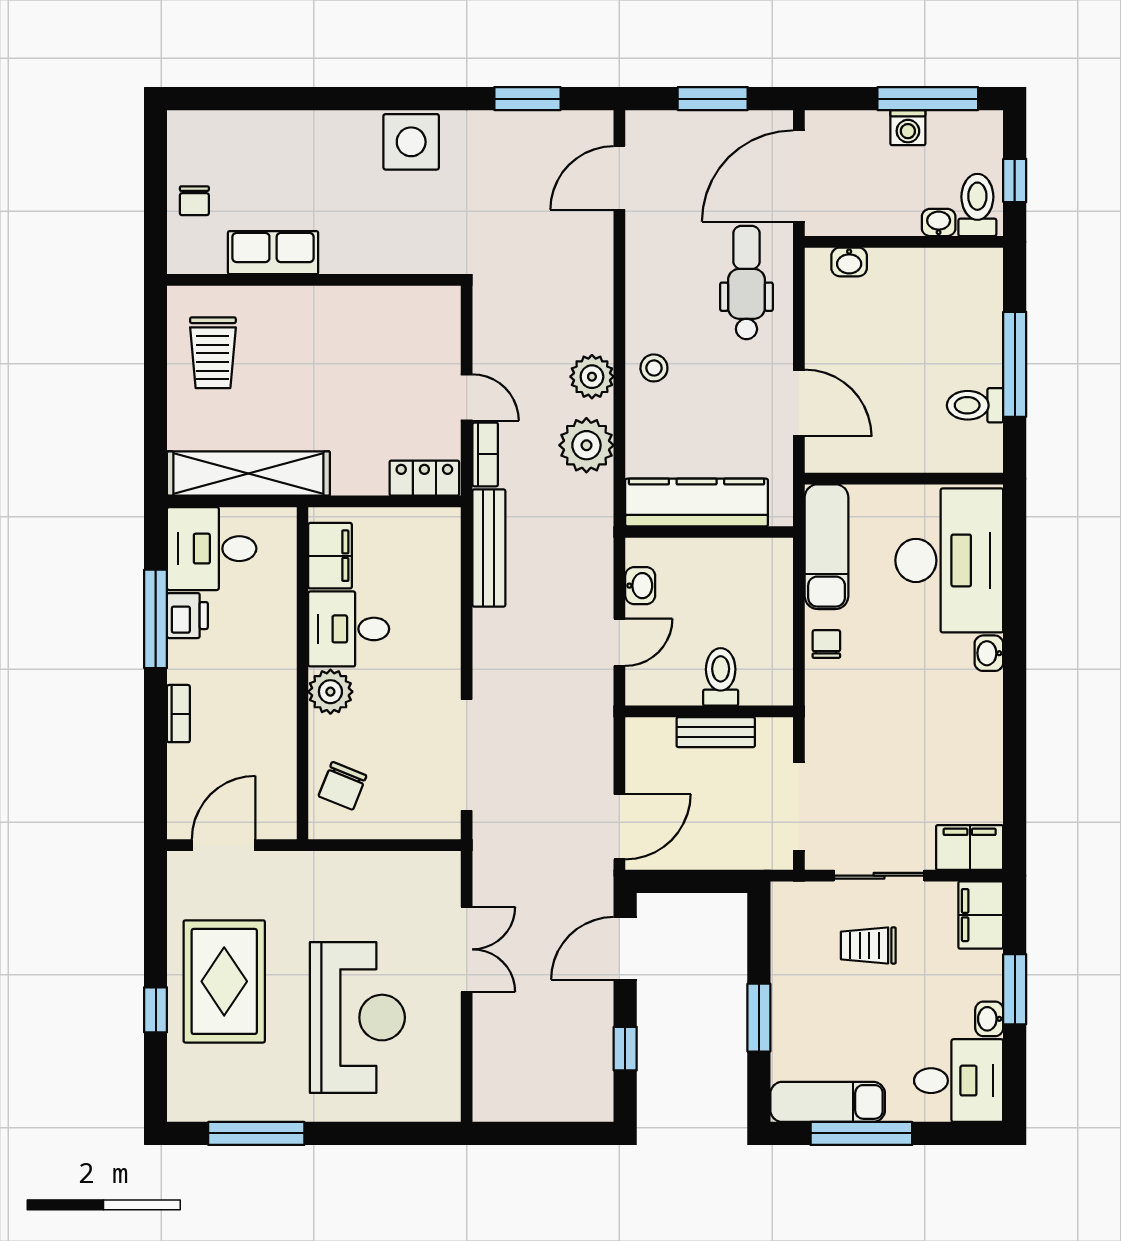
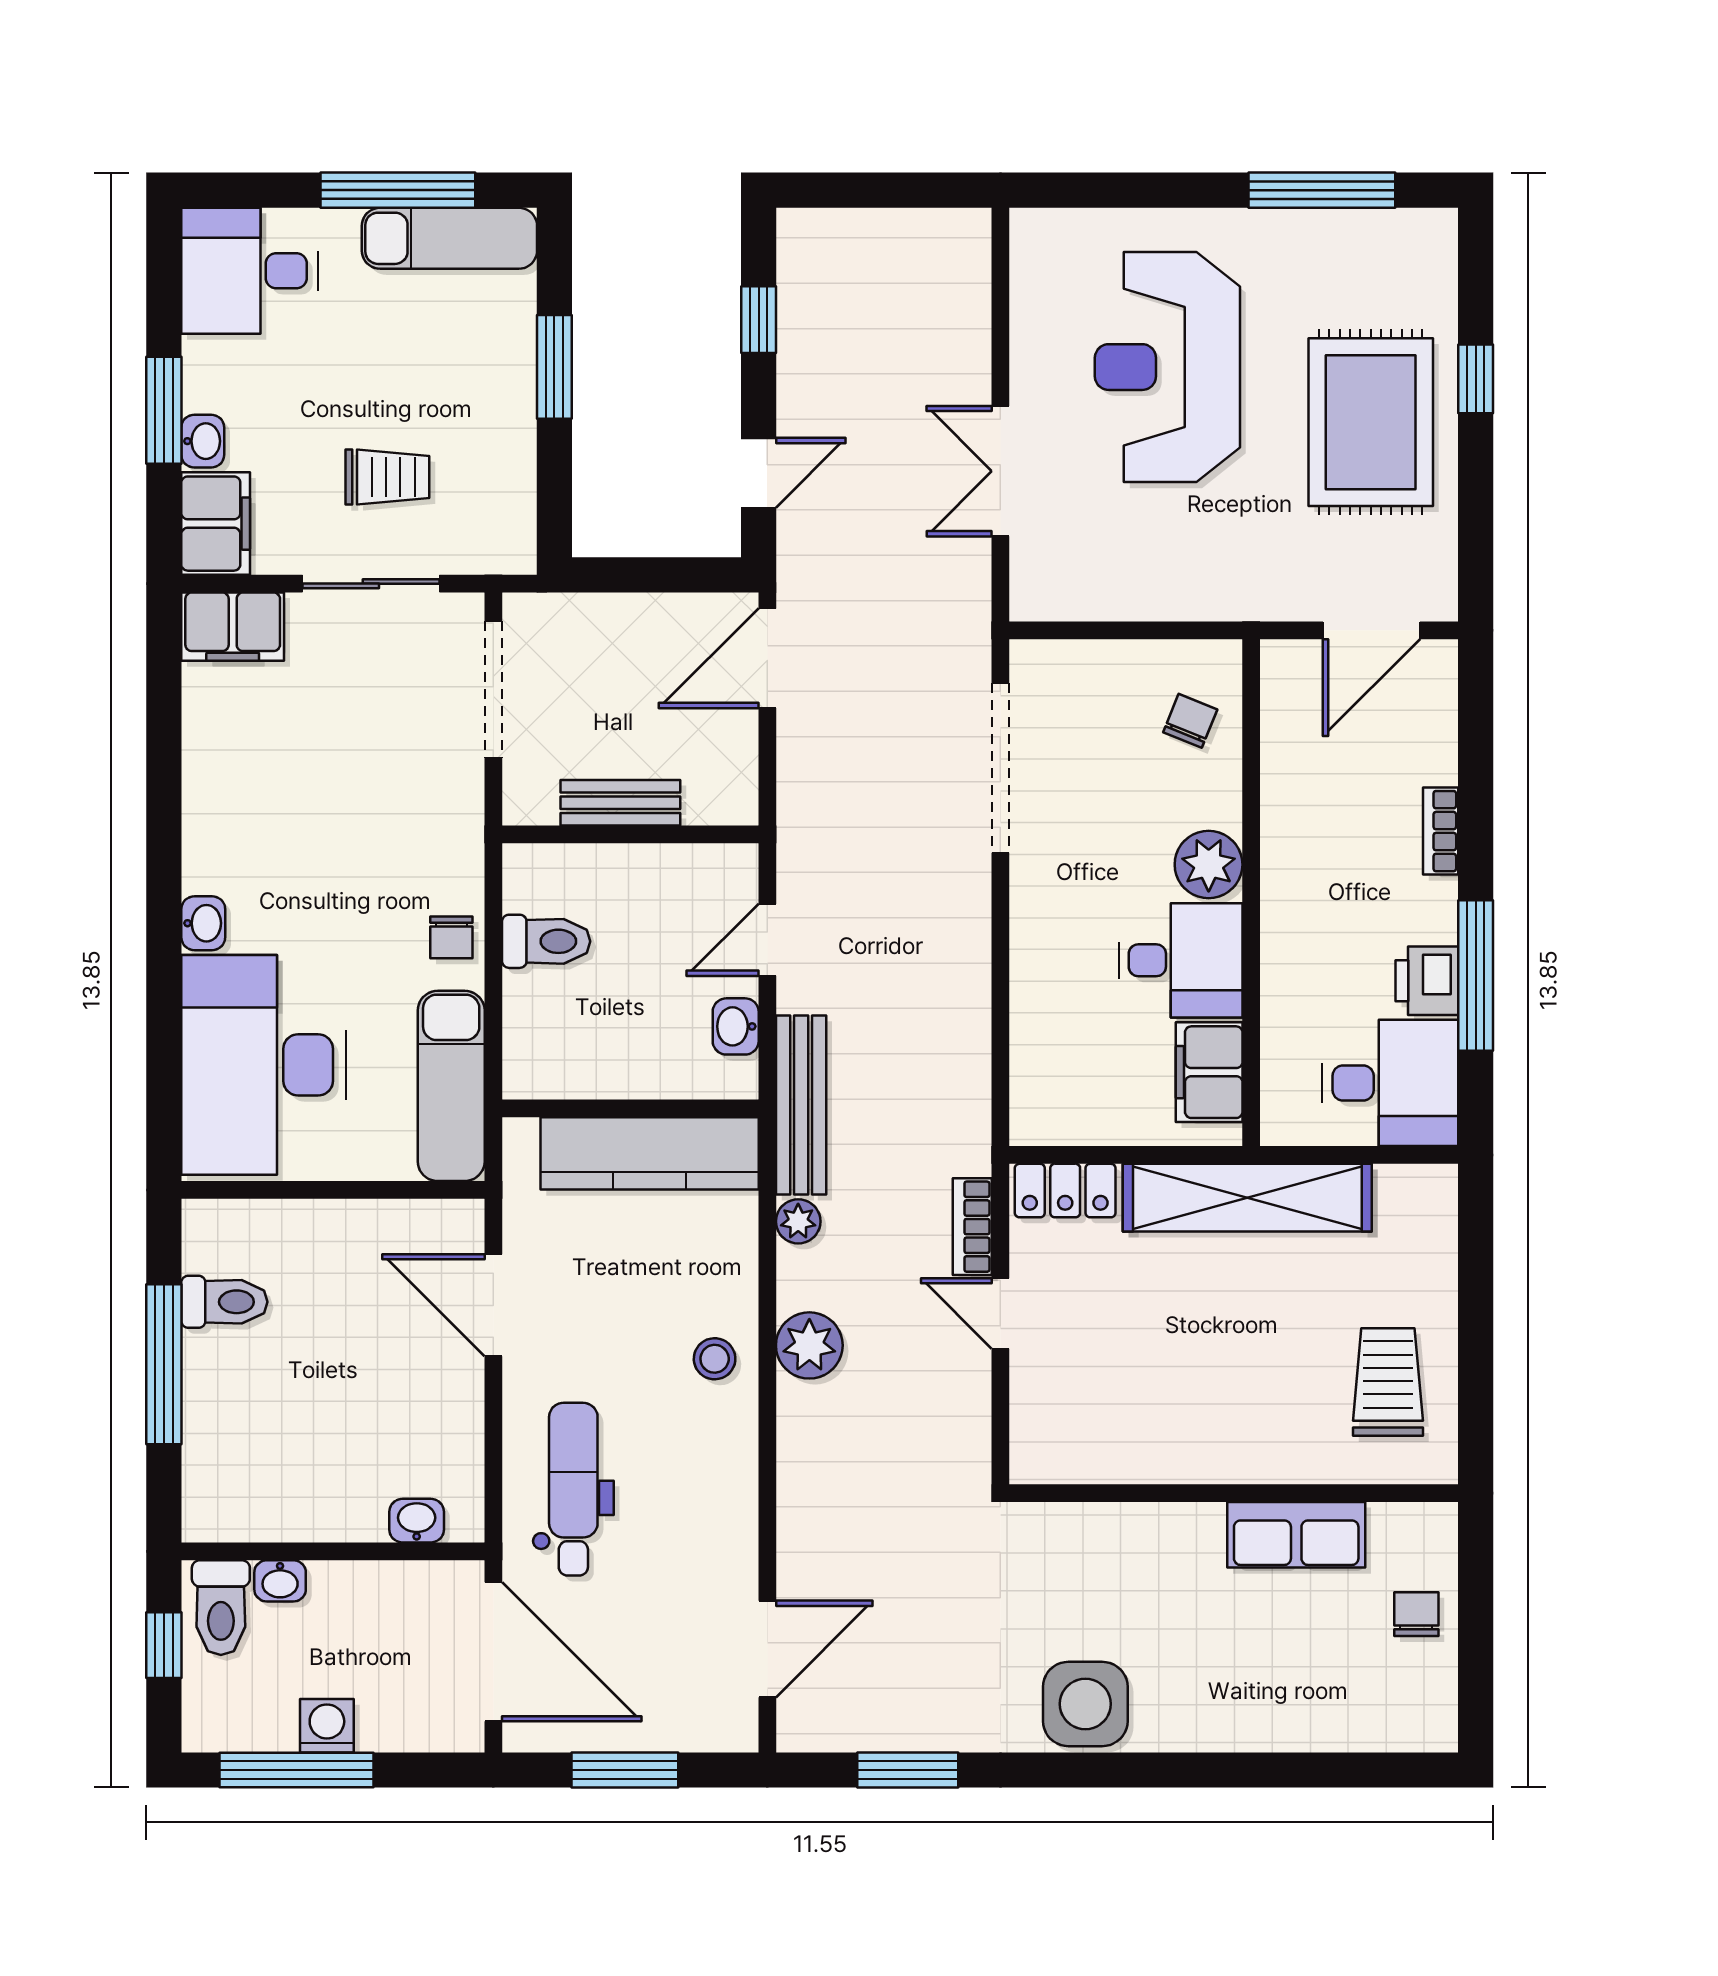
door: (799, 176) -> (493, 1652), hinge flipped
dental chair: (746, 283) -> (573, 1489), turned 180
plant: (586, 445) -> (798, 1221), width x0.53, depth x0.53
shelving: (248, 473) -> (1247, 1198), moved
bench: (489, 548) -> (801, 1105), moved
toilet: (721, 677) -> (546, 941), moved, turned -90
chair: (342, 786) -> (1190, 721), width x0.73, depth x0.73
door: (625, 948) -> (759, 473), width x0.73
washbasin: (989, 1019) -> (203, 441), moved

